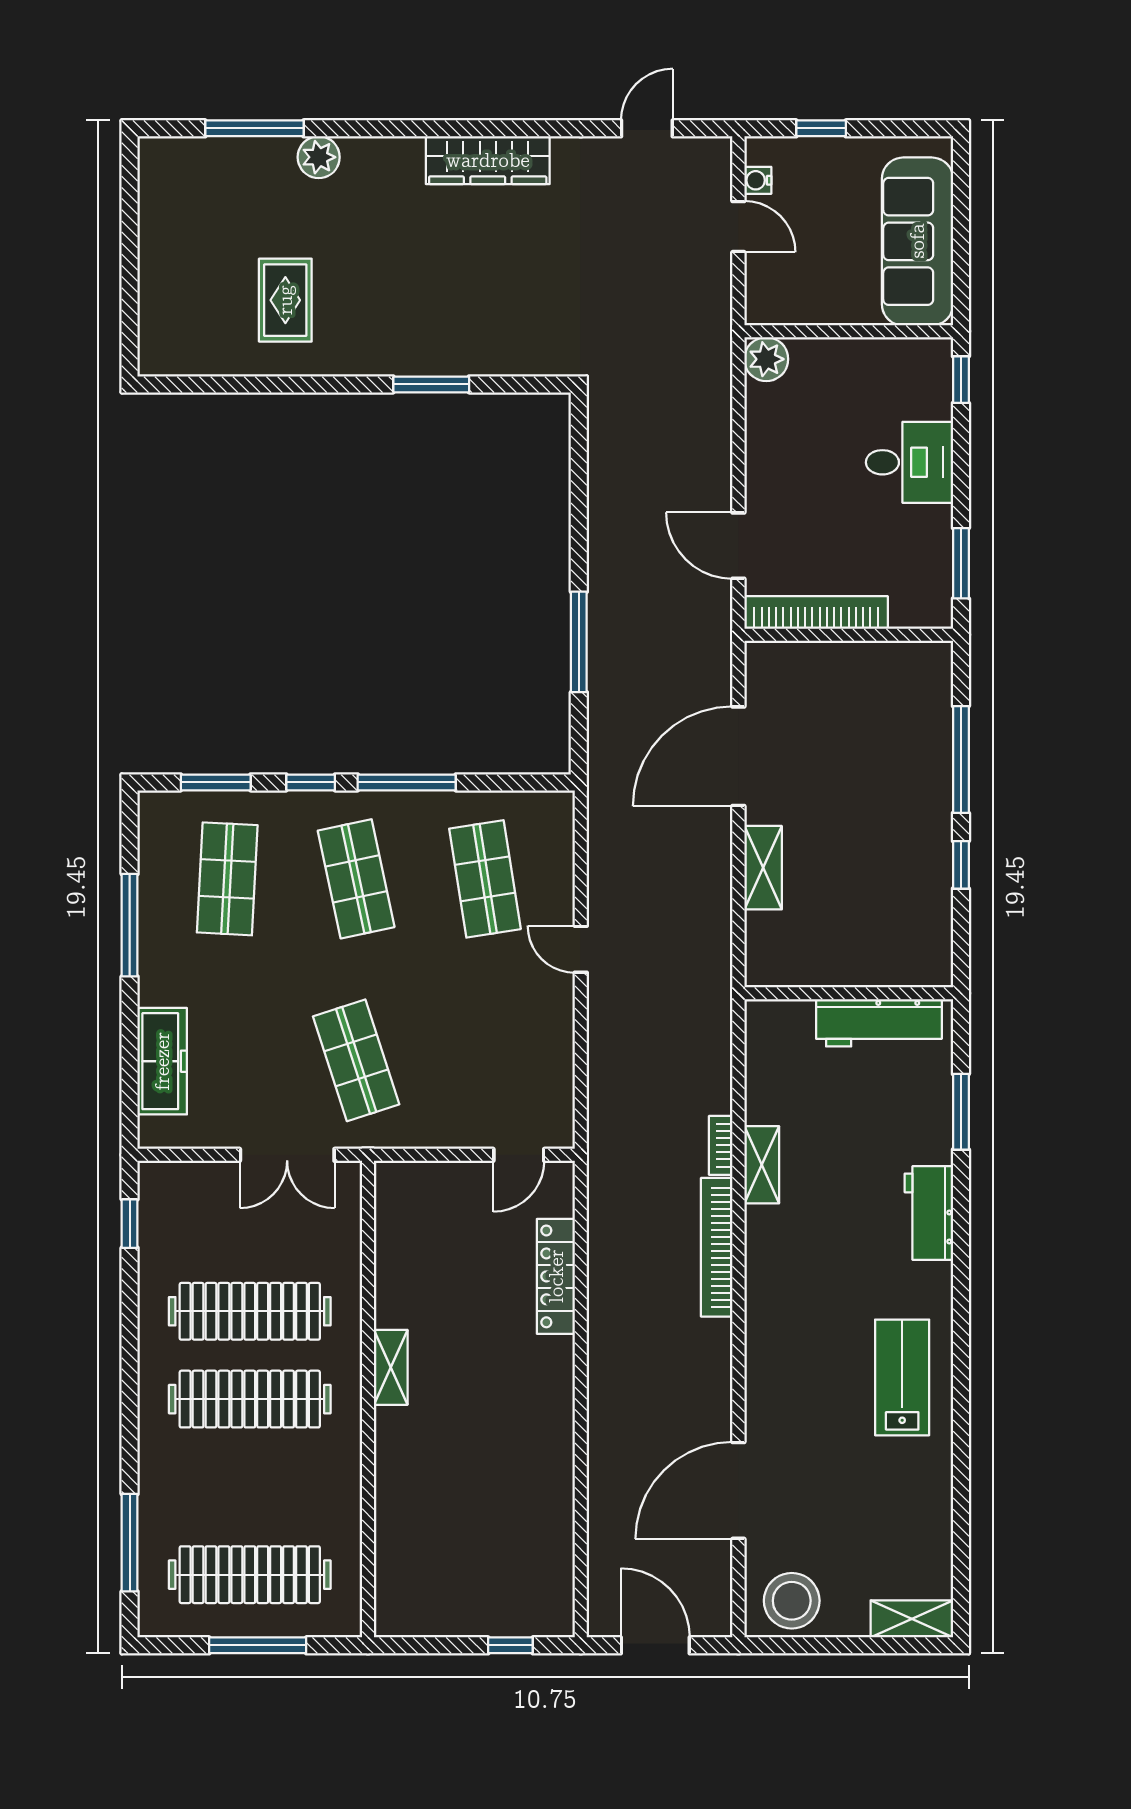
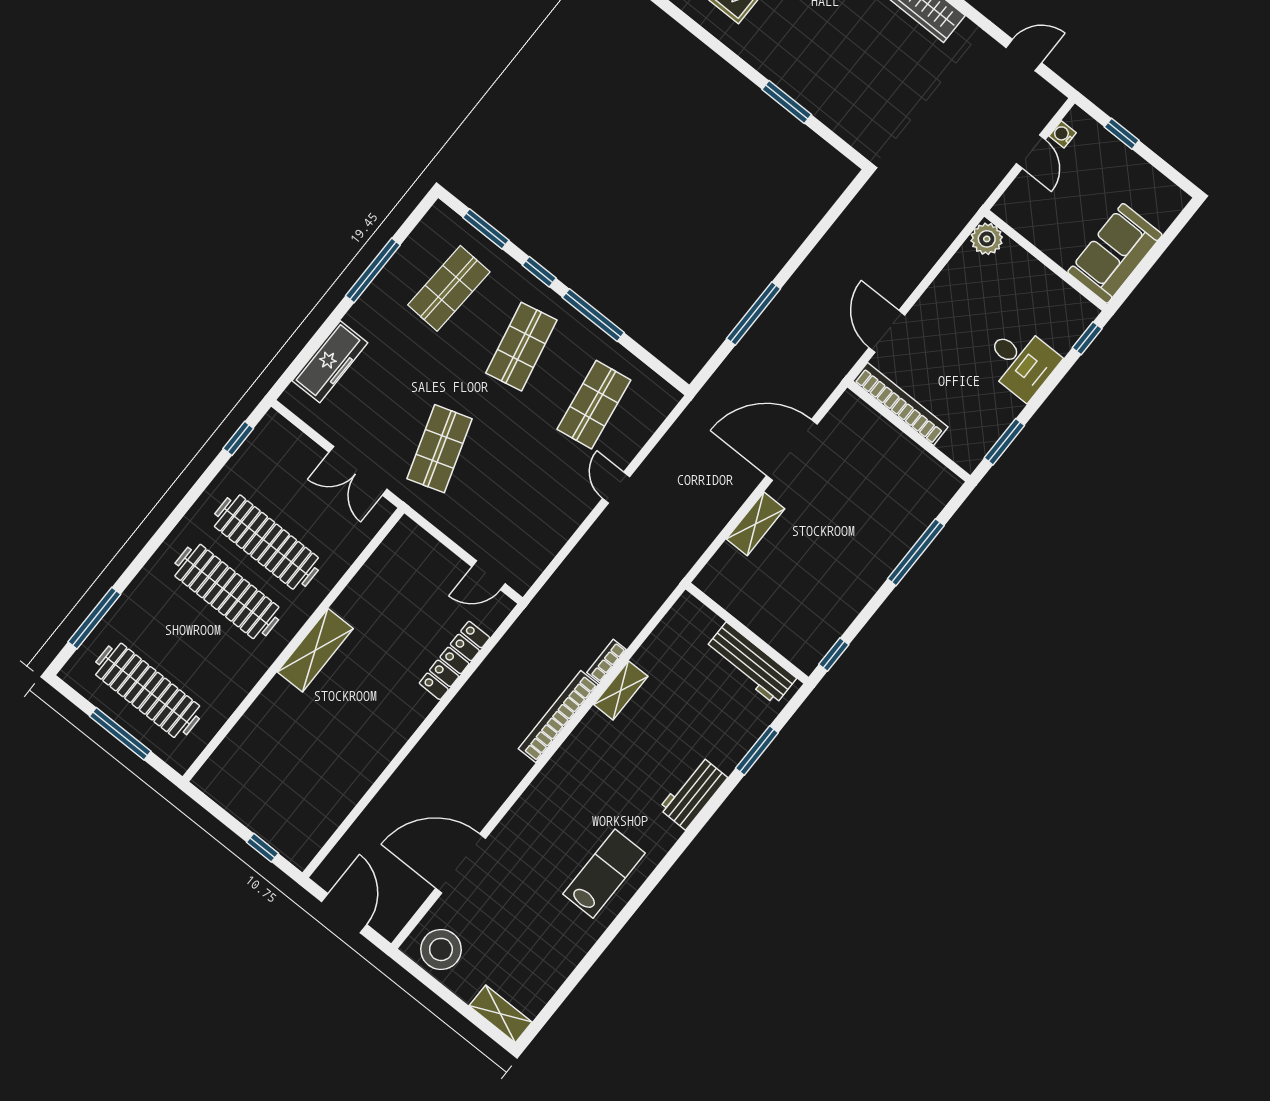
sofa: (917, 241) -> (1115, 253), width x0.73
window: (961, 865) -> (834, 655), moved
shelving: (391, 1367) -> (315, 650), width x1.50, depth x1.33

